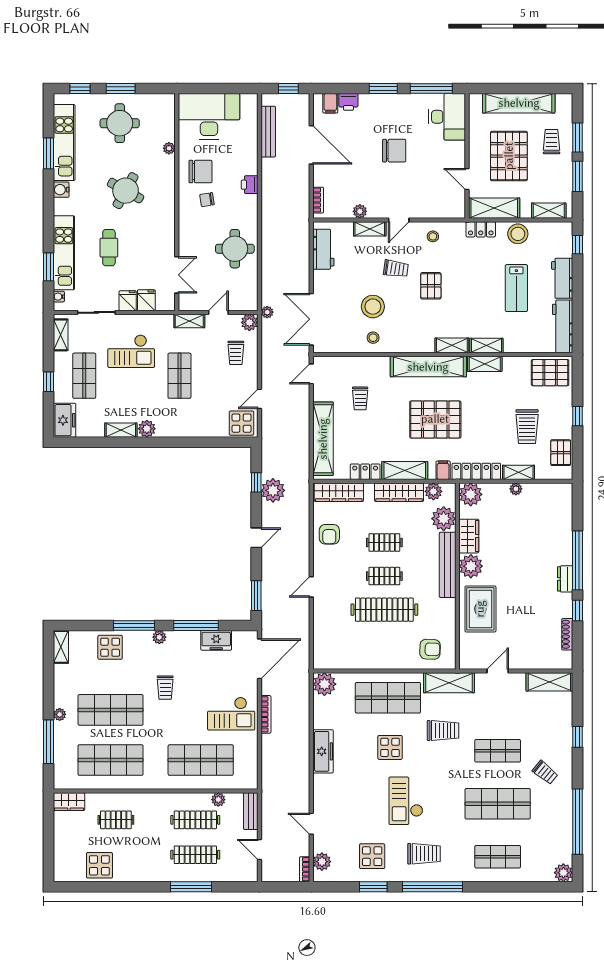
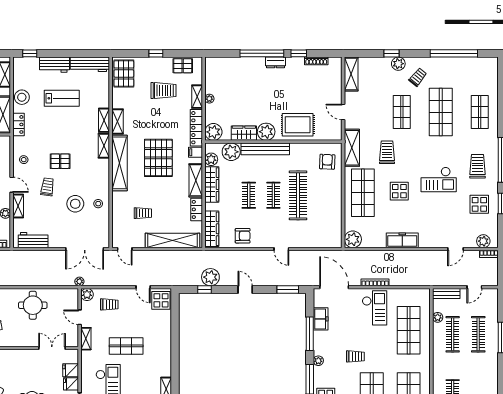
plant: (147, 429) -> (165, 370), removed
plant: (563, 873) -> (398, 64), moved

